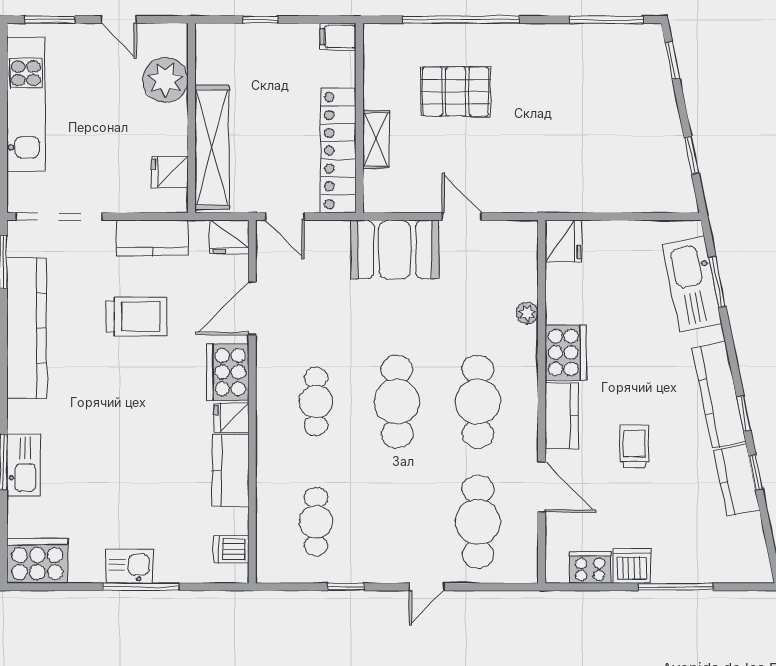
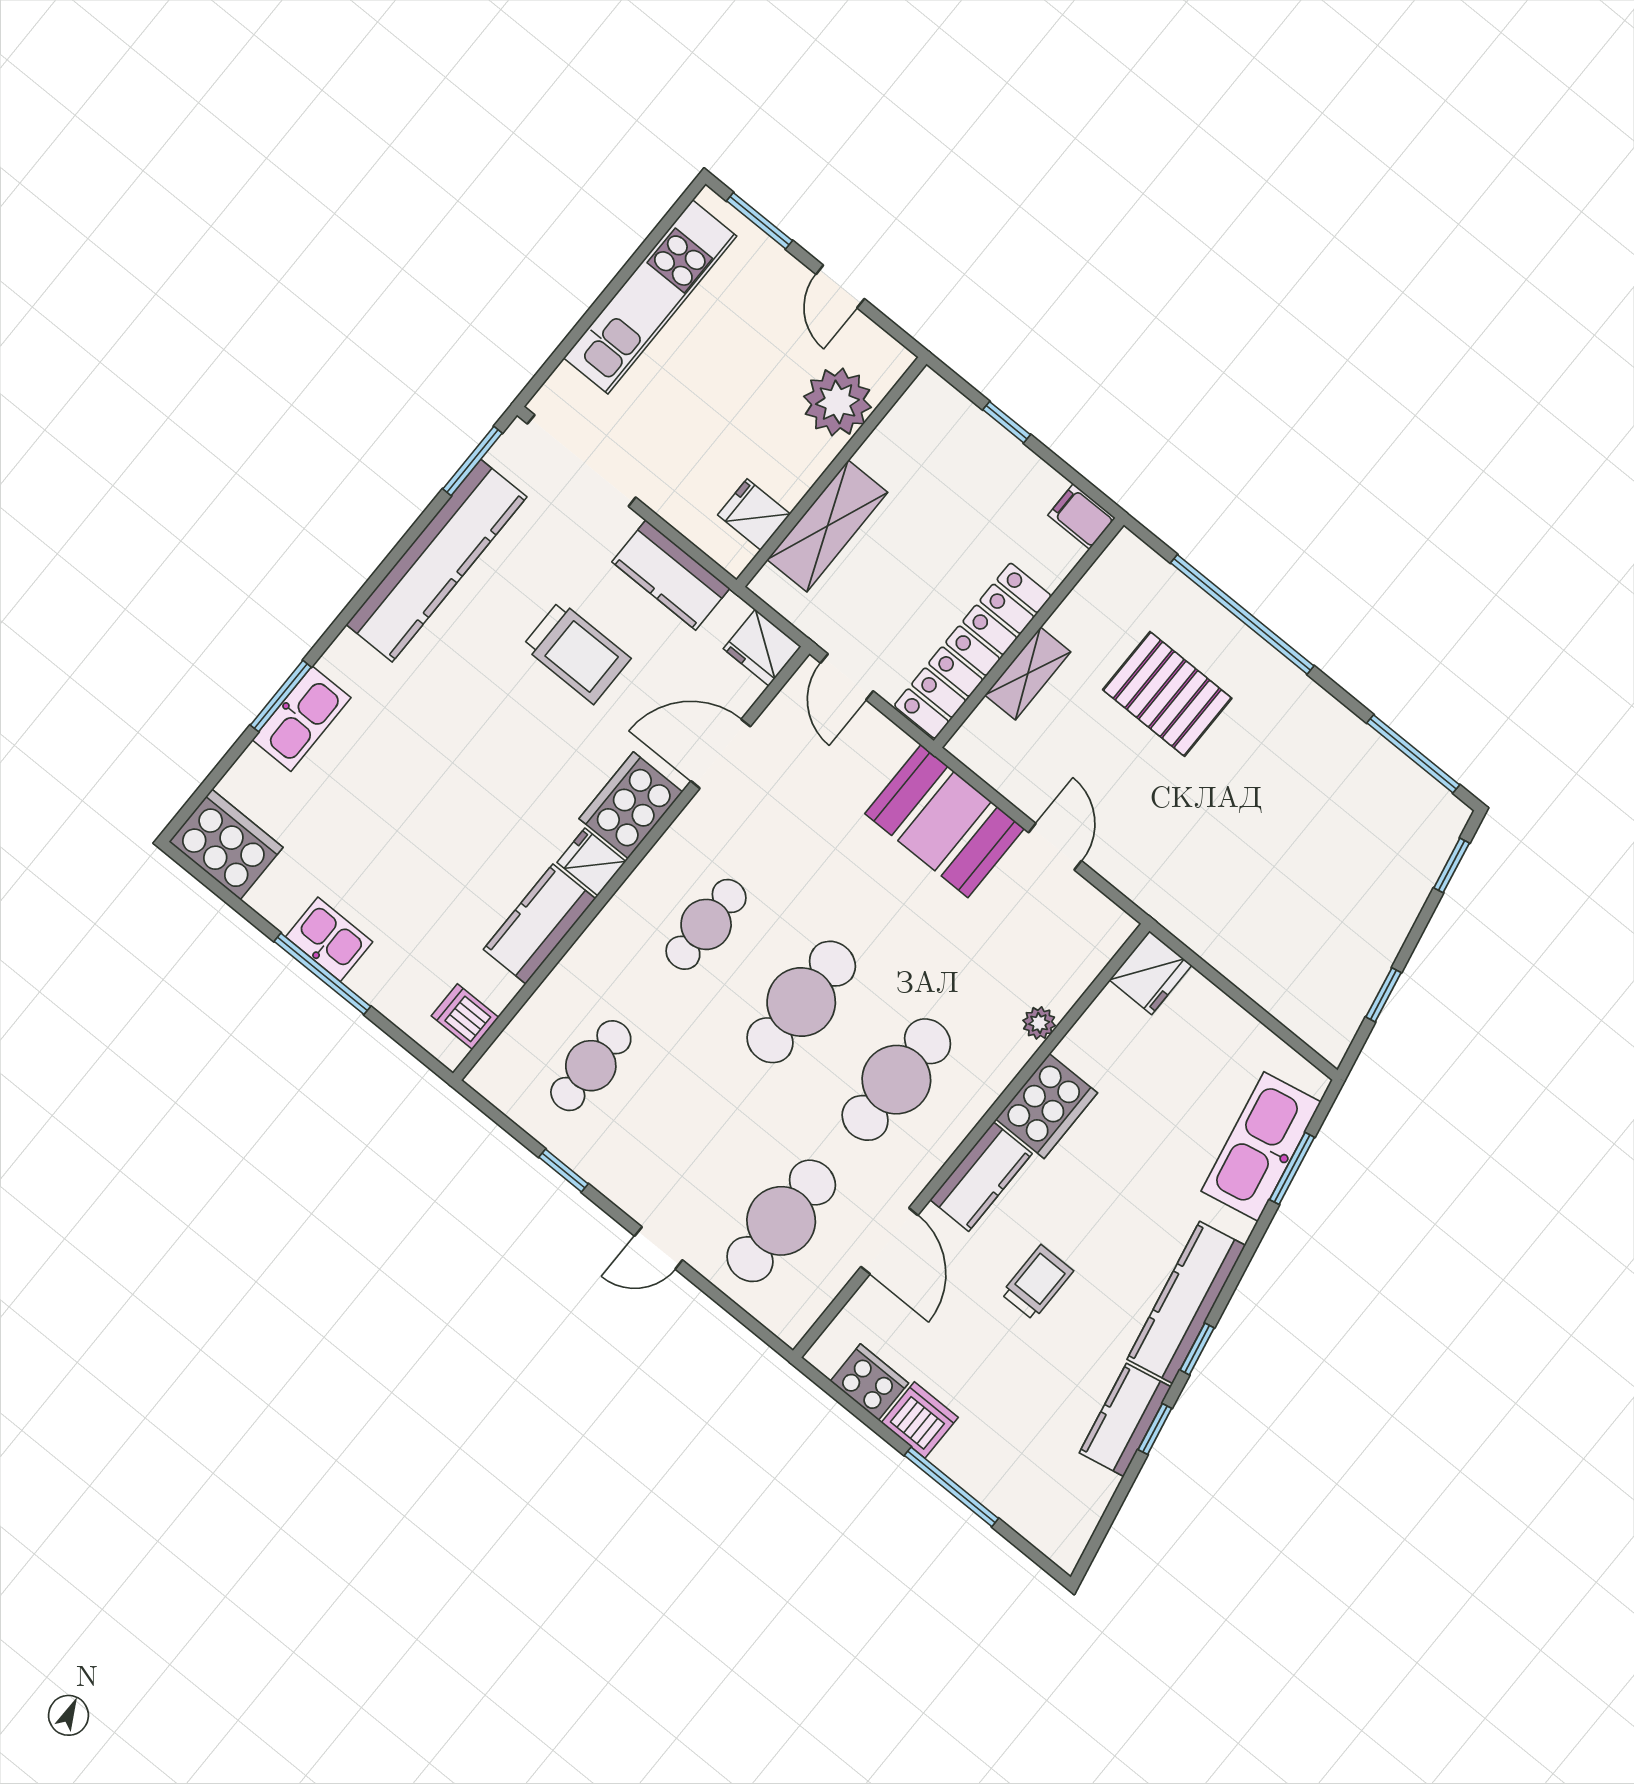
shelving: (212, 147) -> (827, 526), width x0.68

